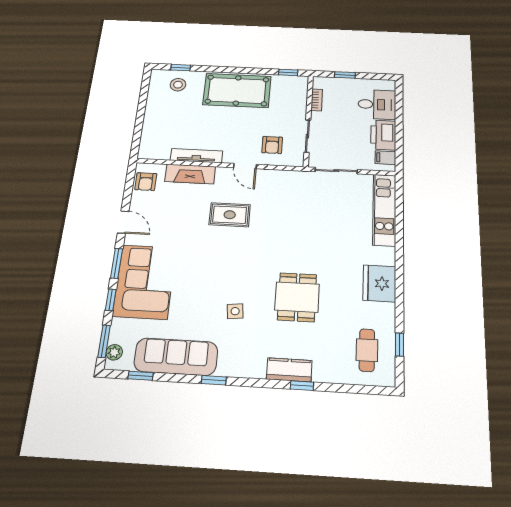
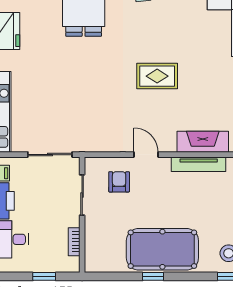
window: (288, 72) -> (153, 276), moved
rug: (230, 215) -> (157, 76), moved

